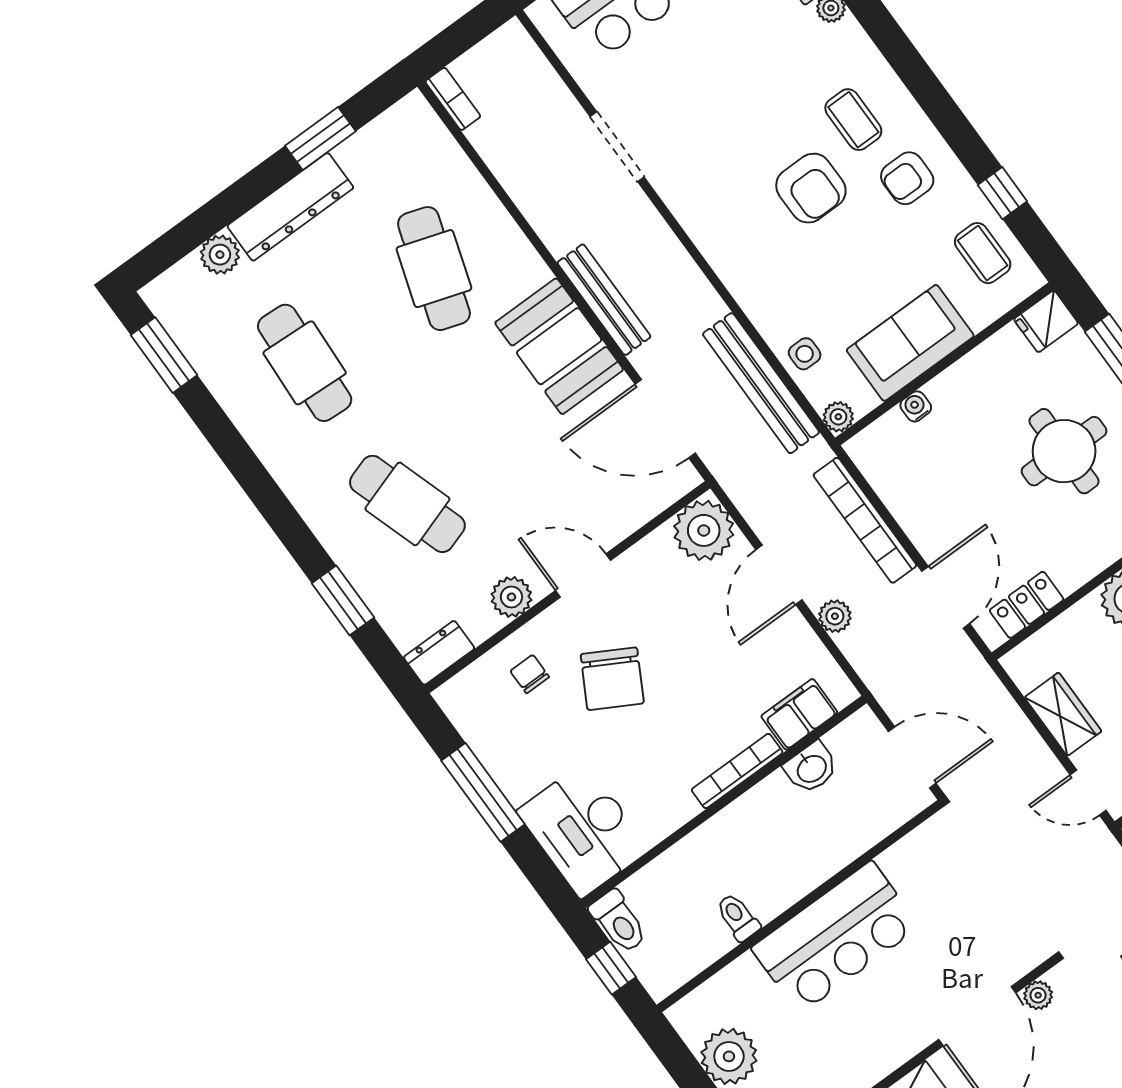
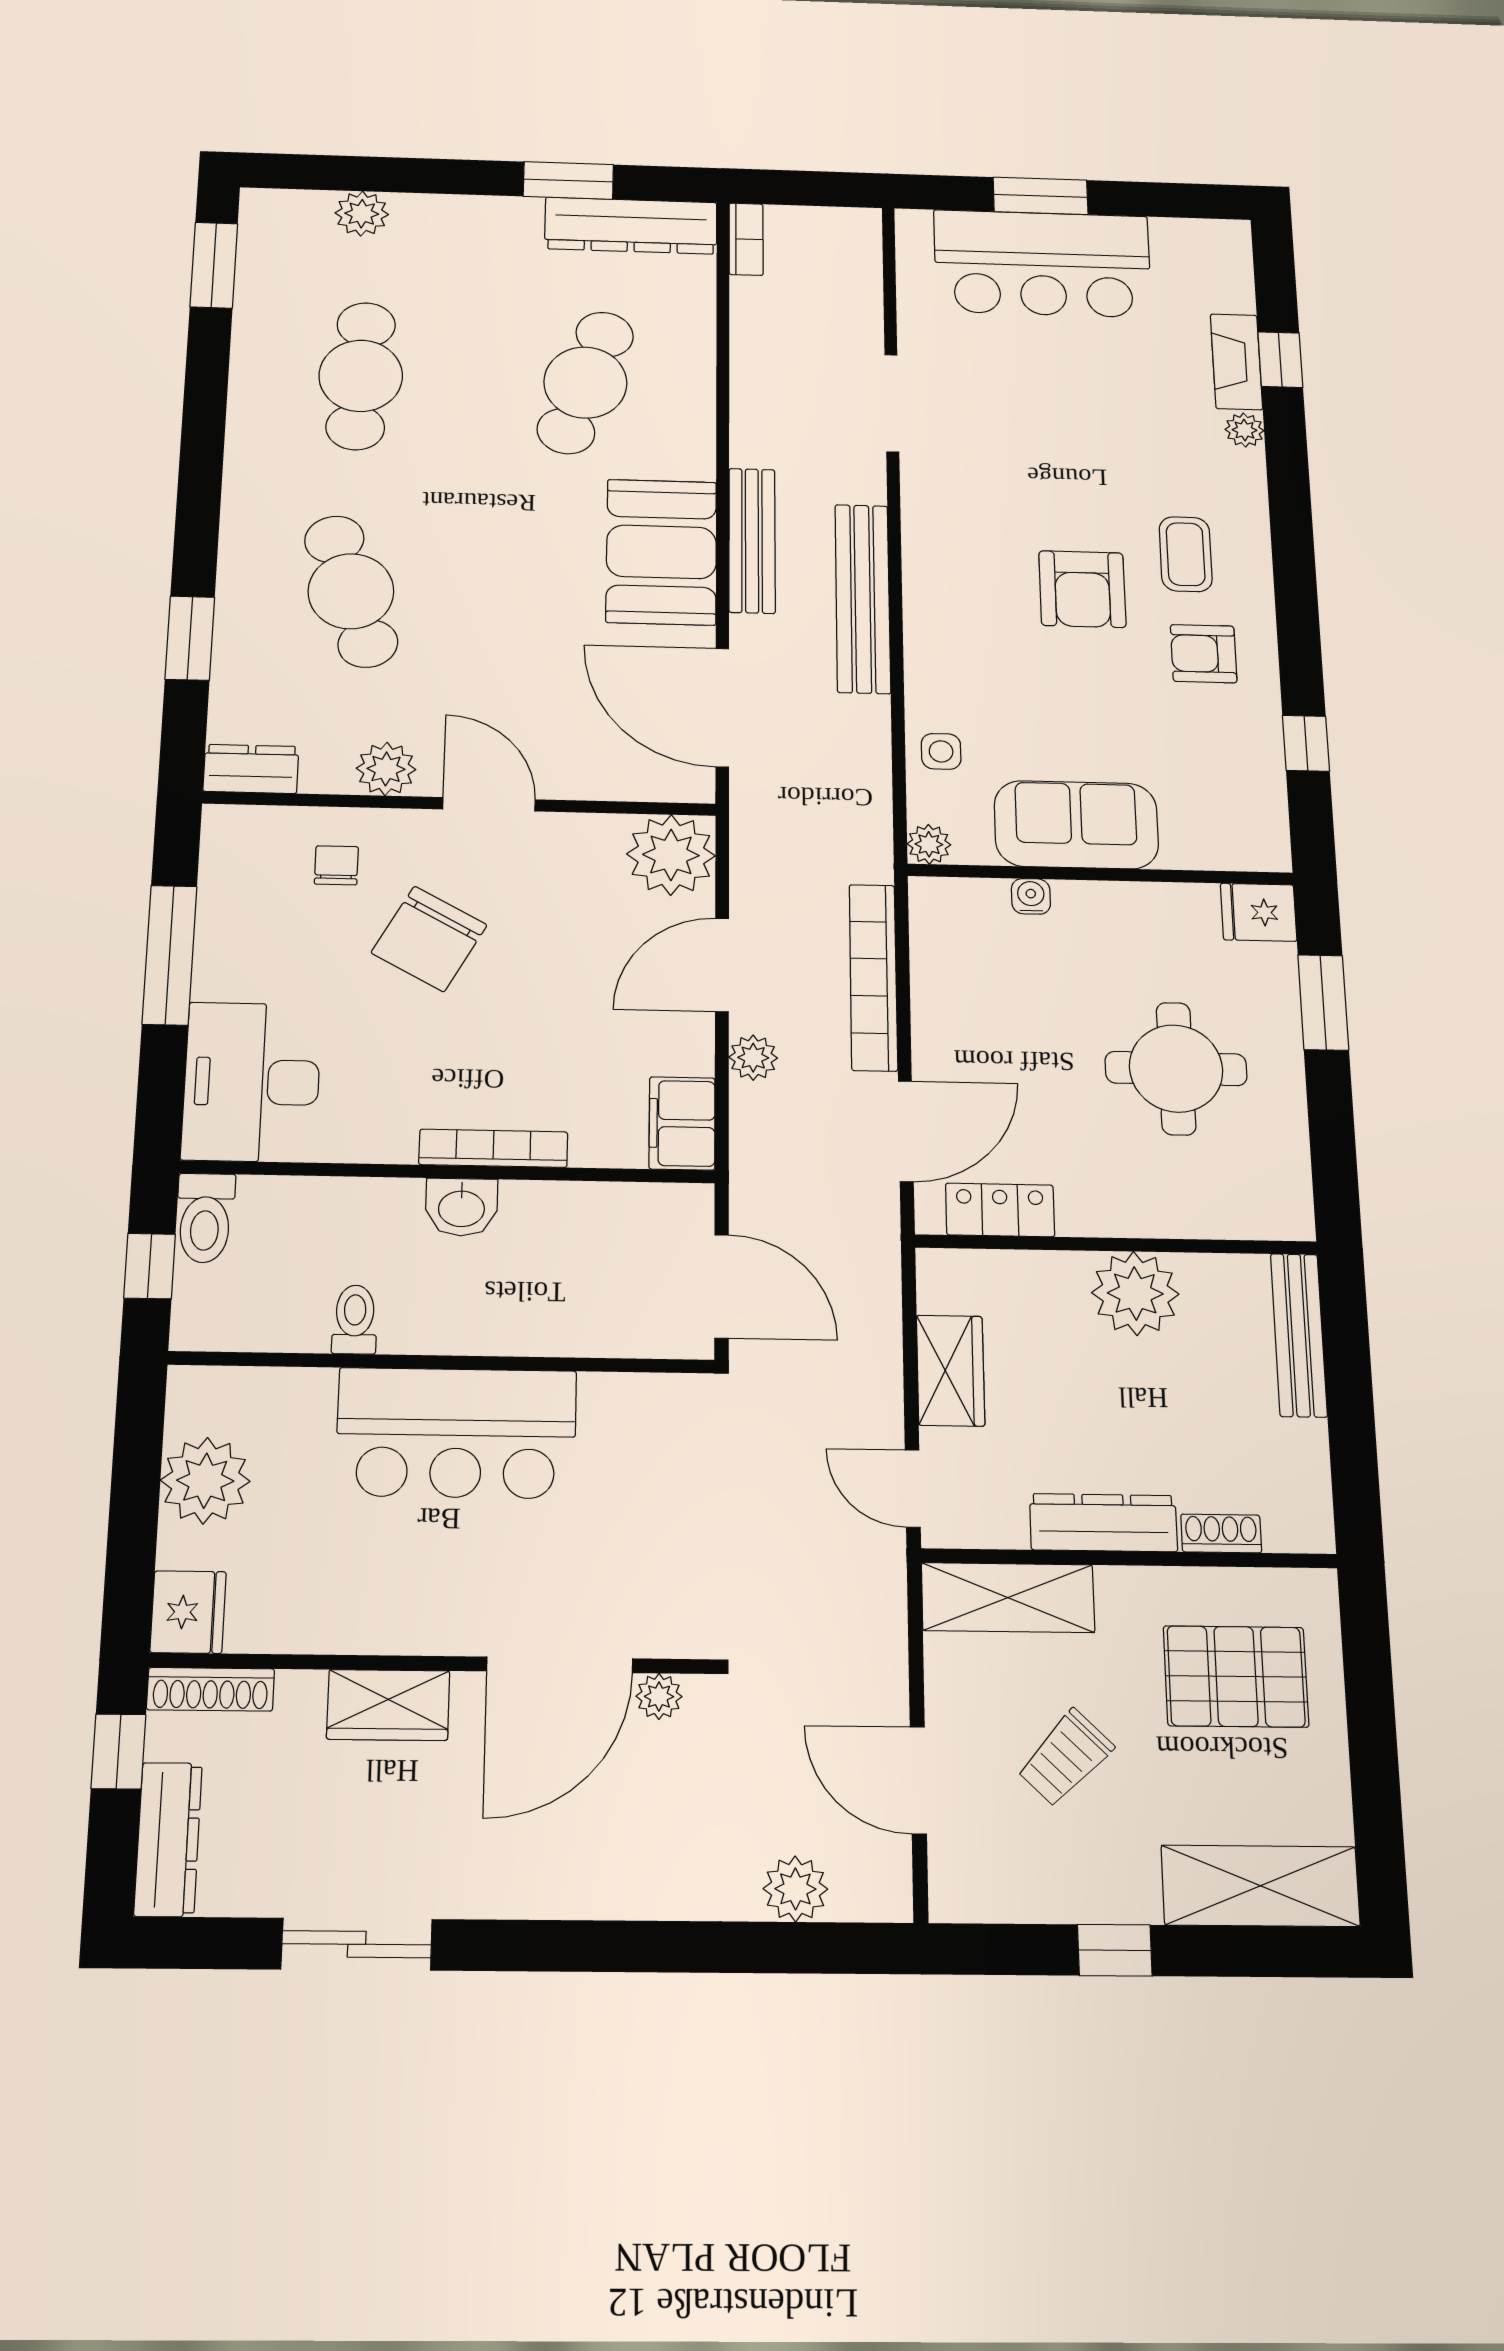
dresser: (290, 207) -> (631, 226), moved
coffee table: (983, 253) -> (1235, 789), removed
bench: (761, 383) -> (863, 598), moved
filing cabinet: (799, 714) -> (682, 1123), moved, turned -90
washbasin: (811, 768) -> (461, 1207), moved

